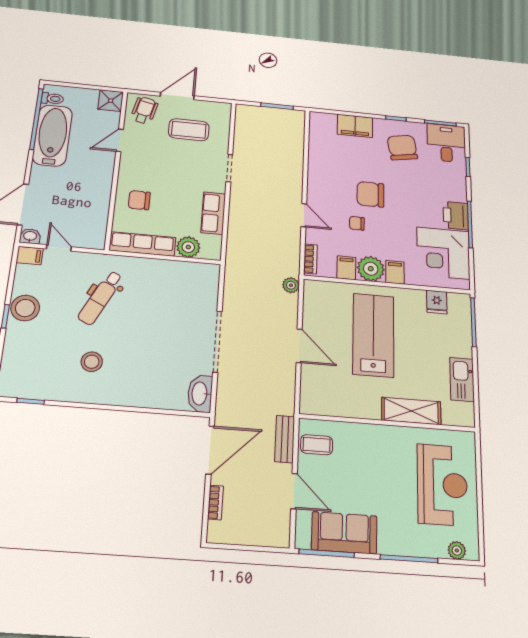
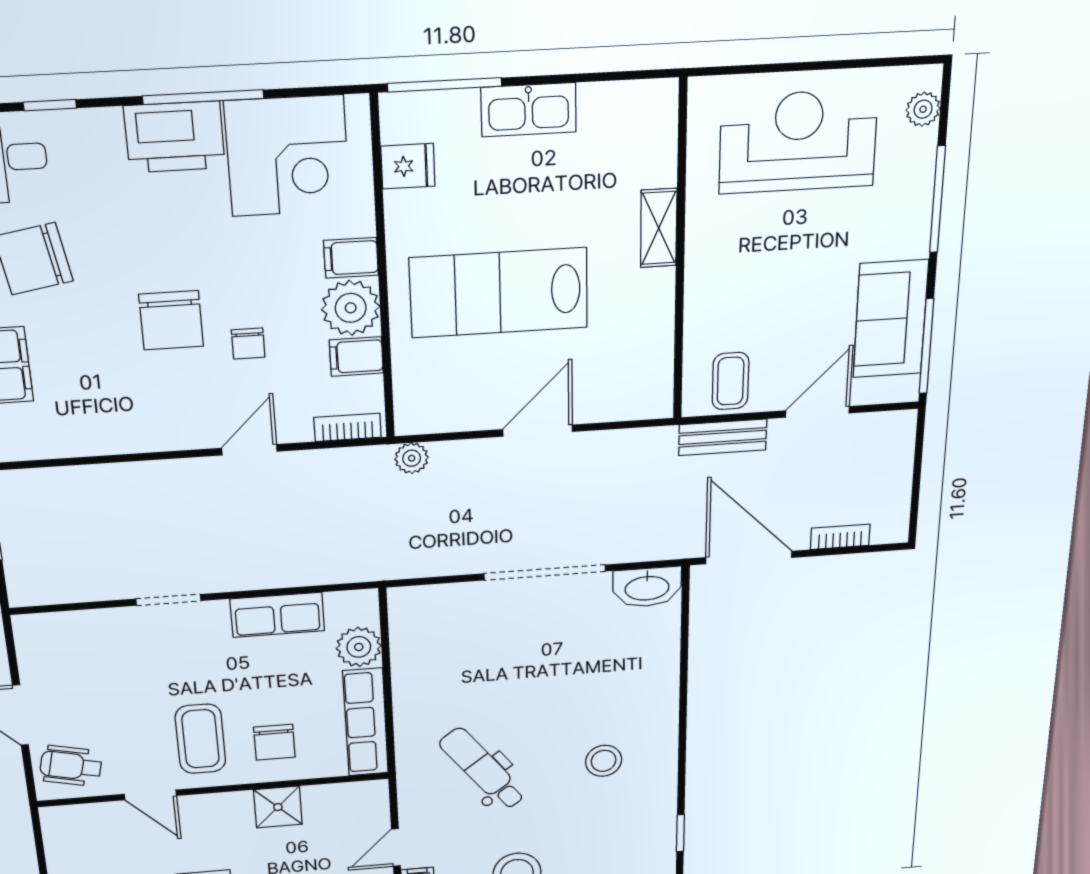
shower: (111, 101) -> (278, 807), moved
coffee table: (189, 130) -> (200, 739), moved
printer: (456, 216) -> (175, 137), width x1.37, depth x1.19
dental chair: (100, 298) -> (483, 769), turned -153
kitchen sink: (462, 379) -> (529, 110), moved
shelving: (411, 411) -> (659, 228), width x0.67, depth x0.75

